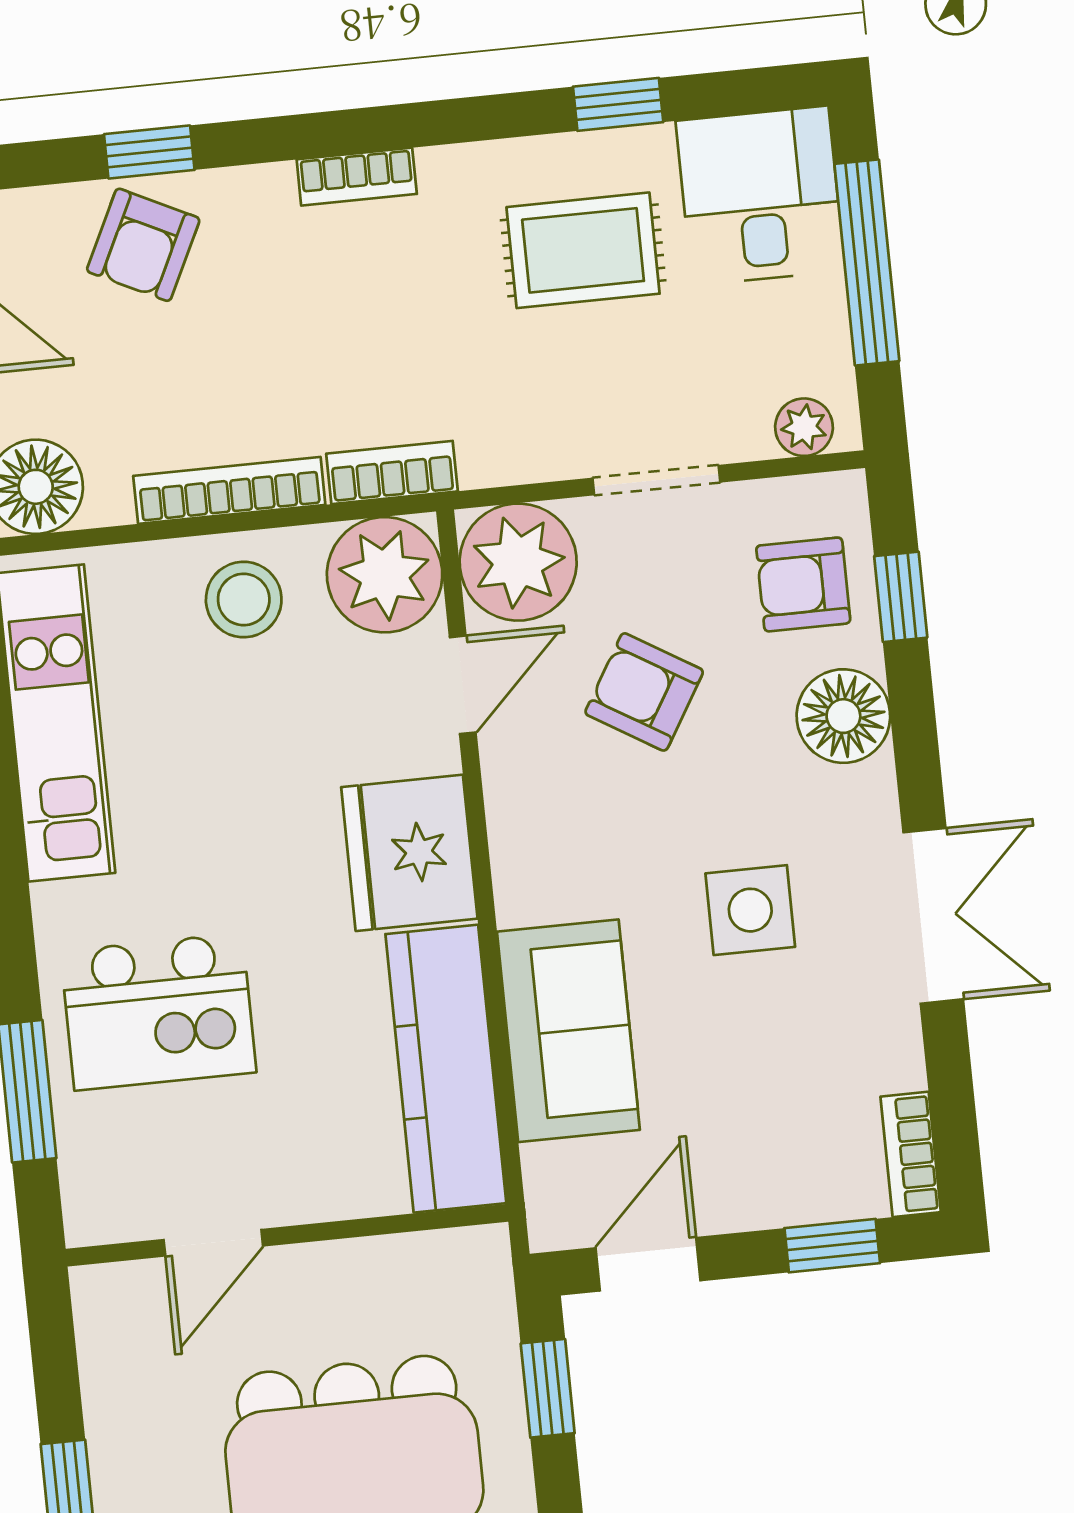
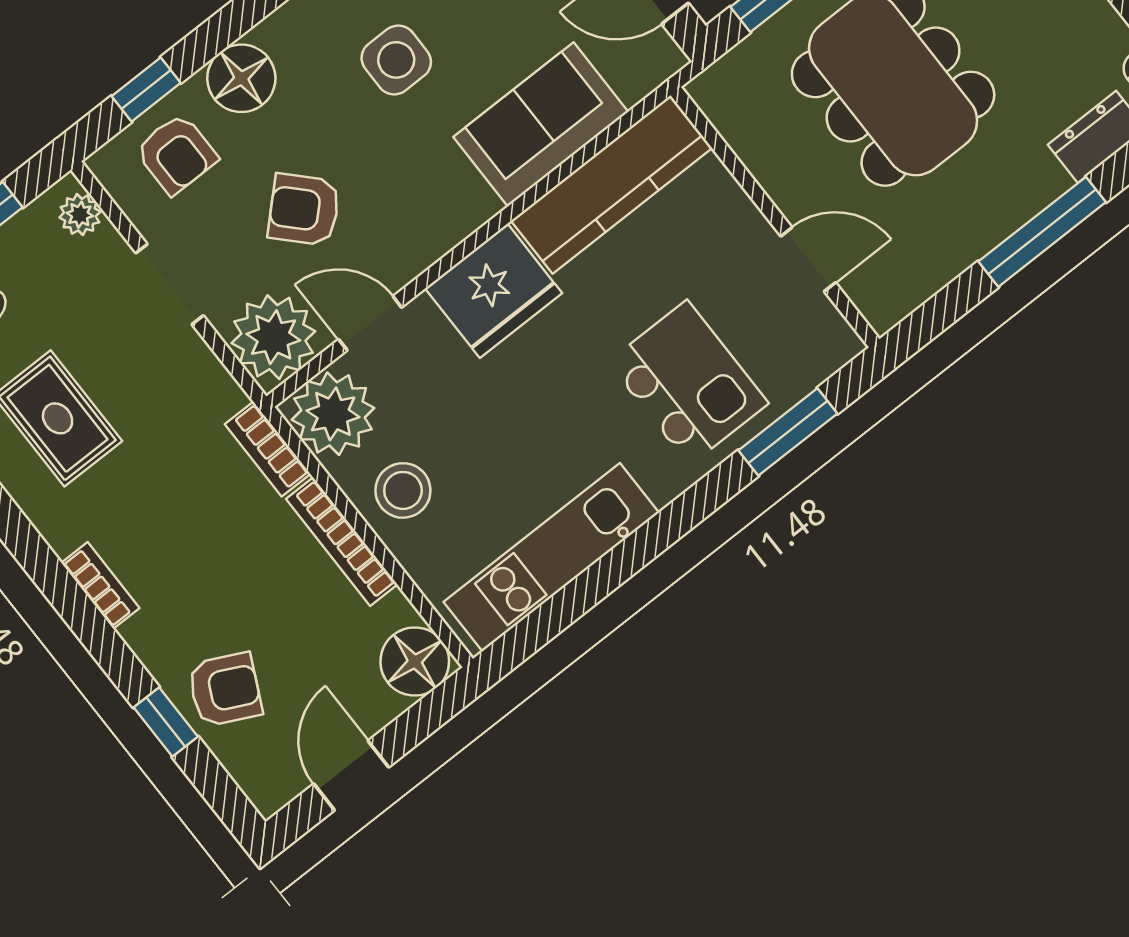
armchair: (644, 692) -> (304, 210), turned 105

